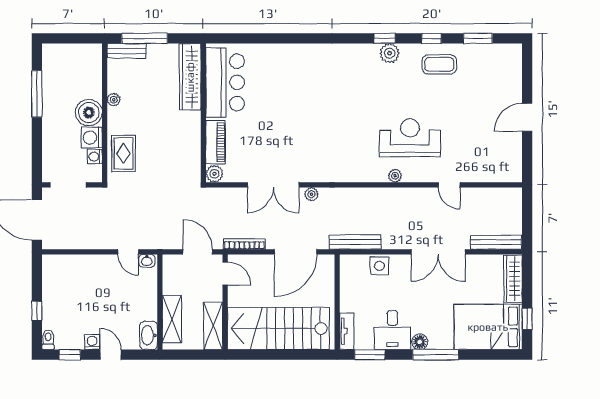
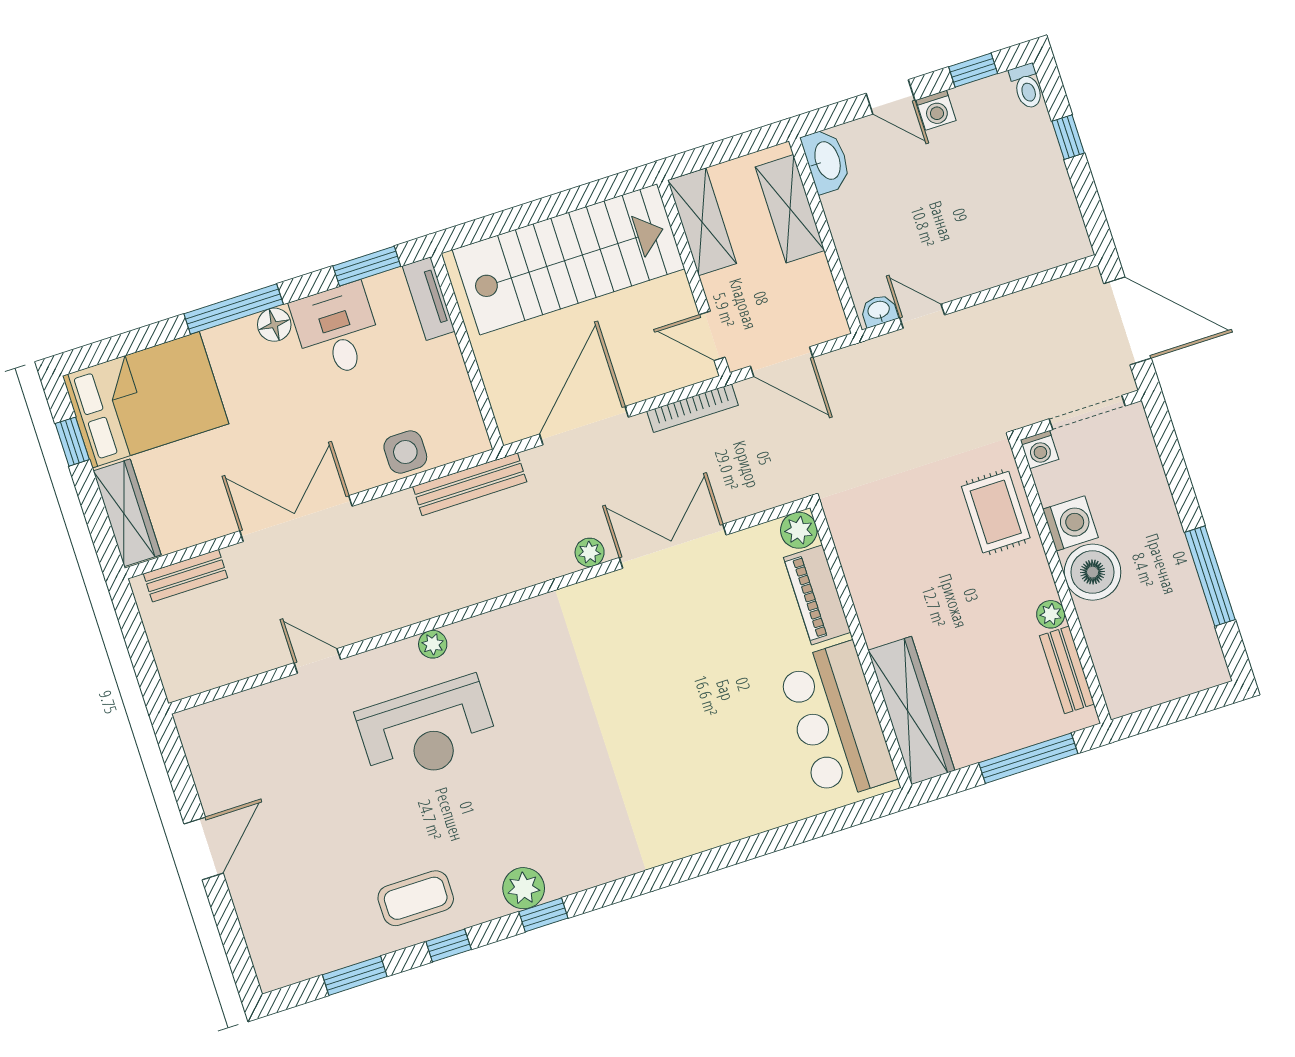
bench: (126, 51) -> (1067, 670), moved, turned 90
washing machine: (95, 157) -> (1039, 450), moved, turned 90
bench: (496, 242) -> (185, 576), width x0.73

